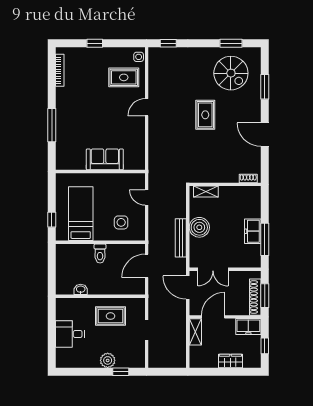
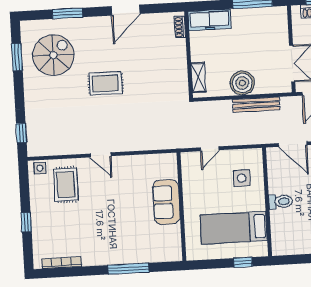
freezer: (253, 231) -> (209, 20), moved, width x1.40

